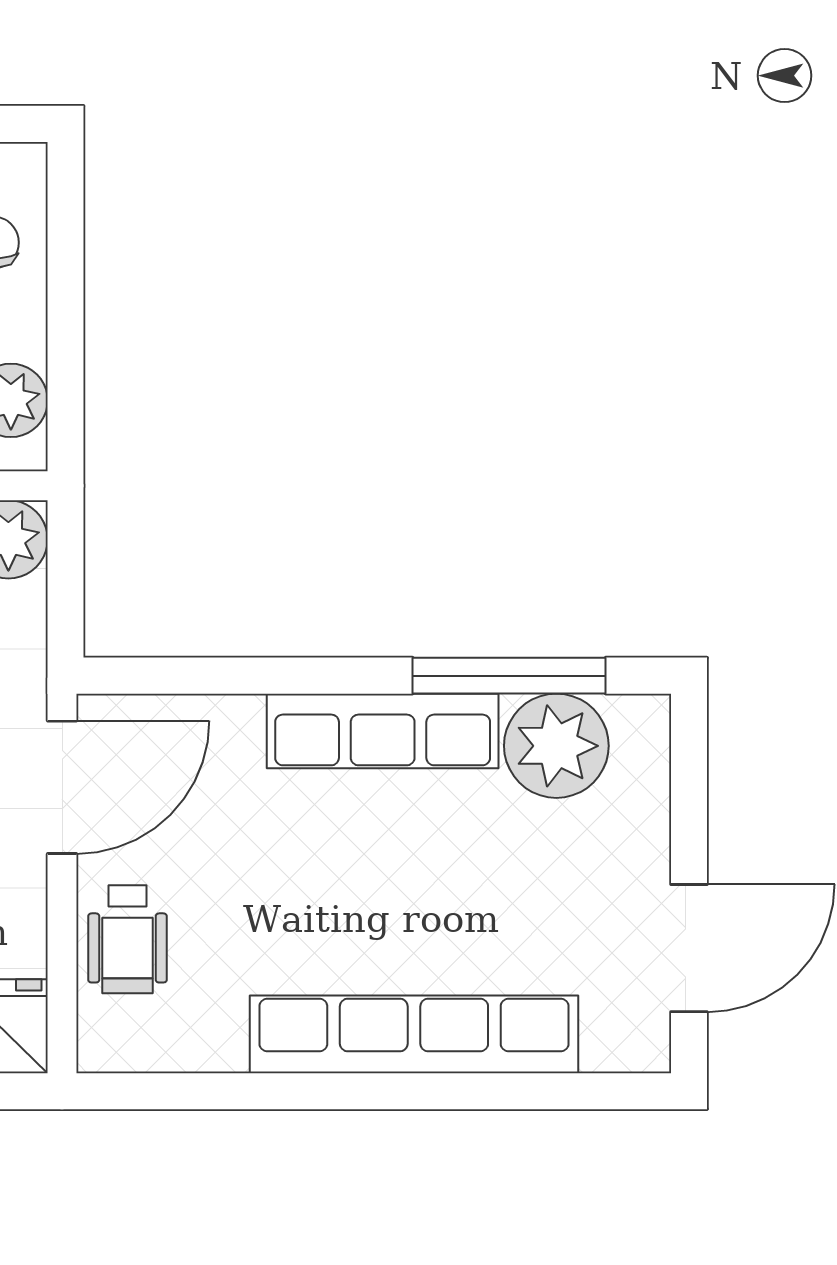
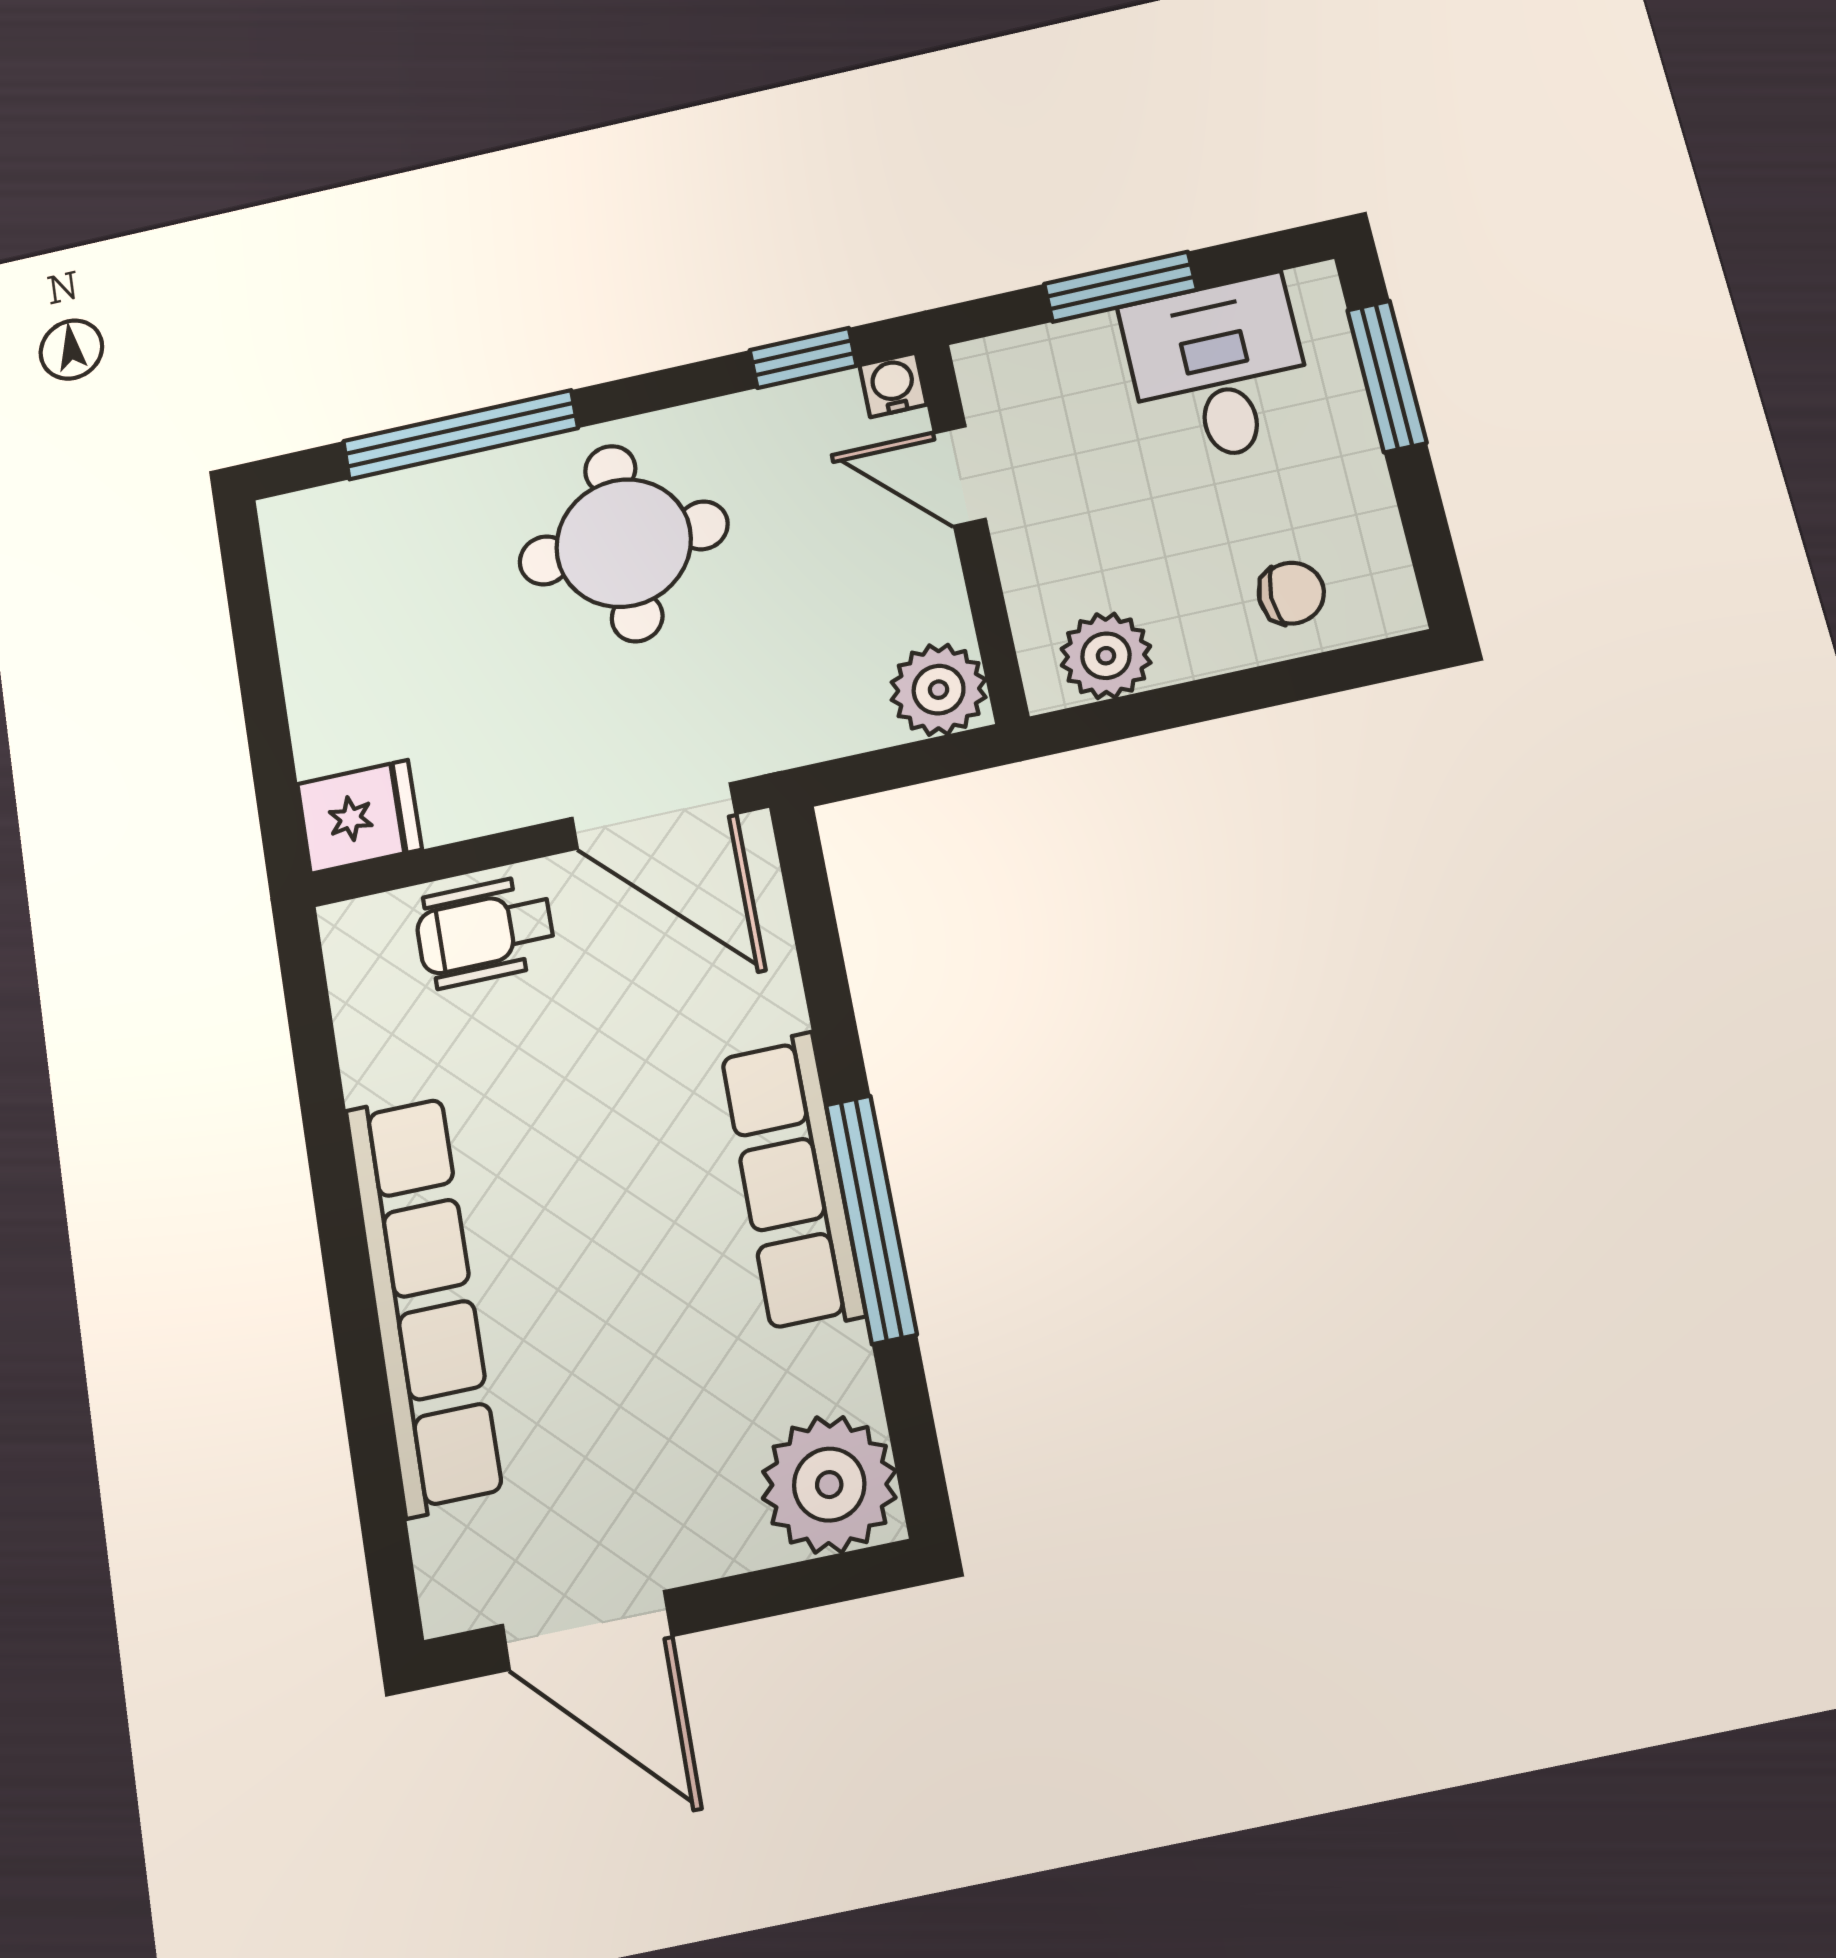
window: (509, 676) -> (871, 1219), moved
plant: (556, 746) -> (829, 1485), moved

